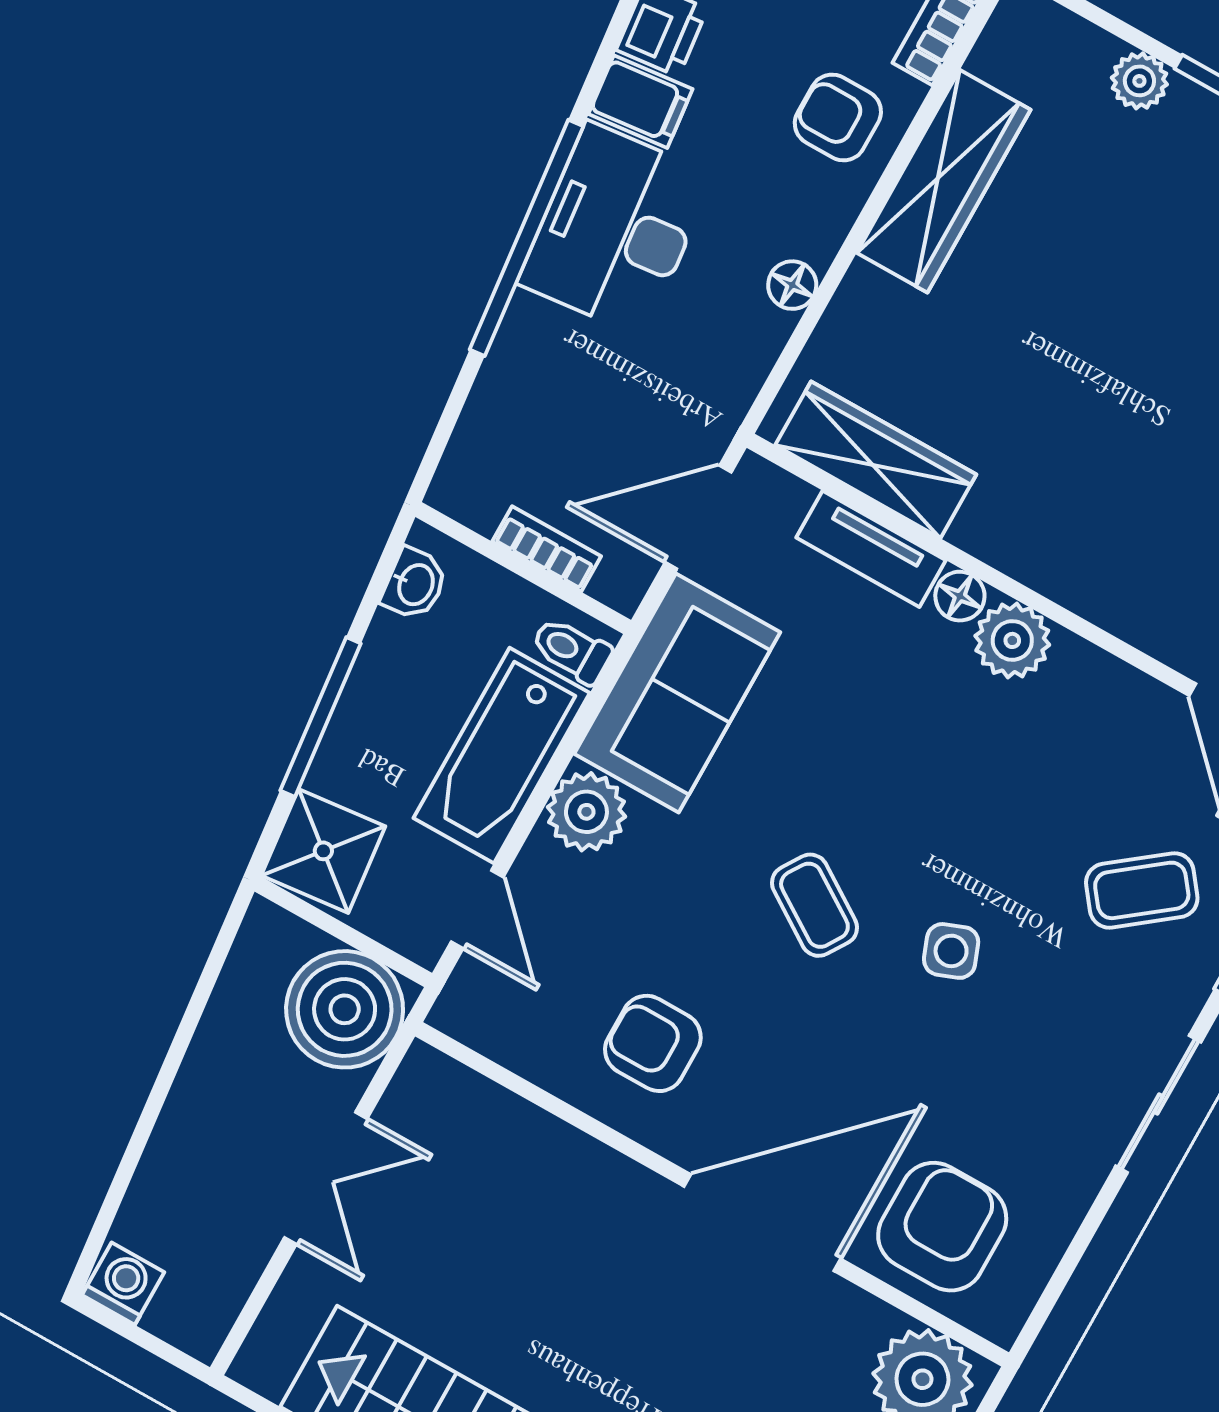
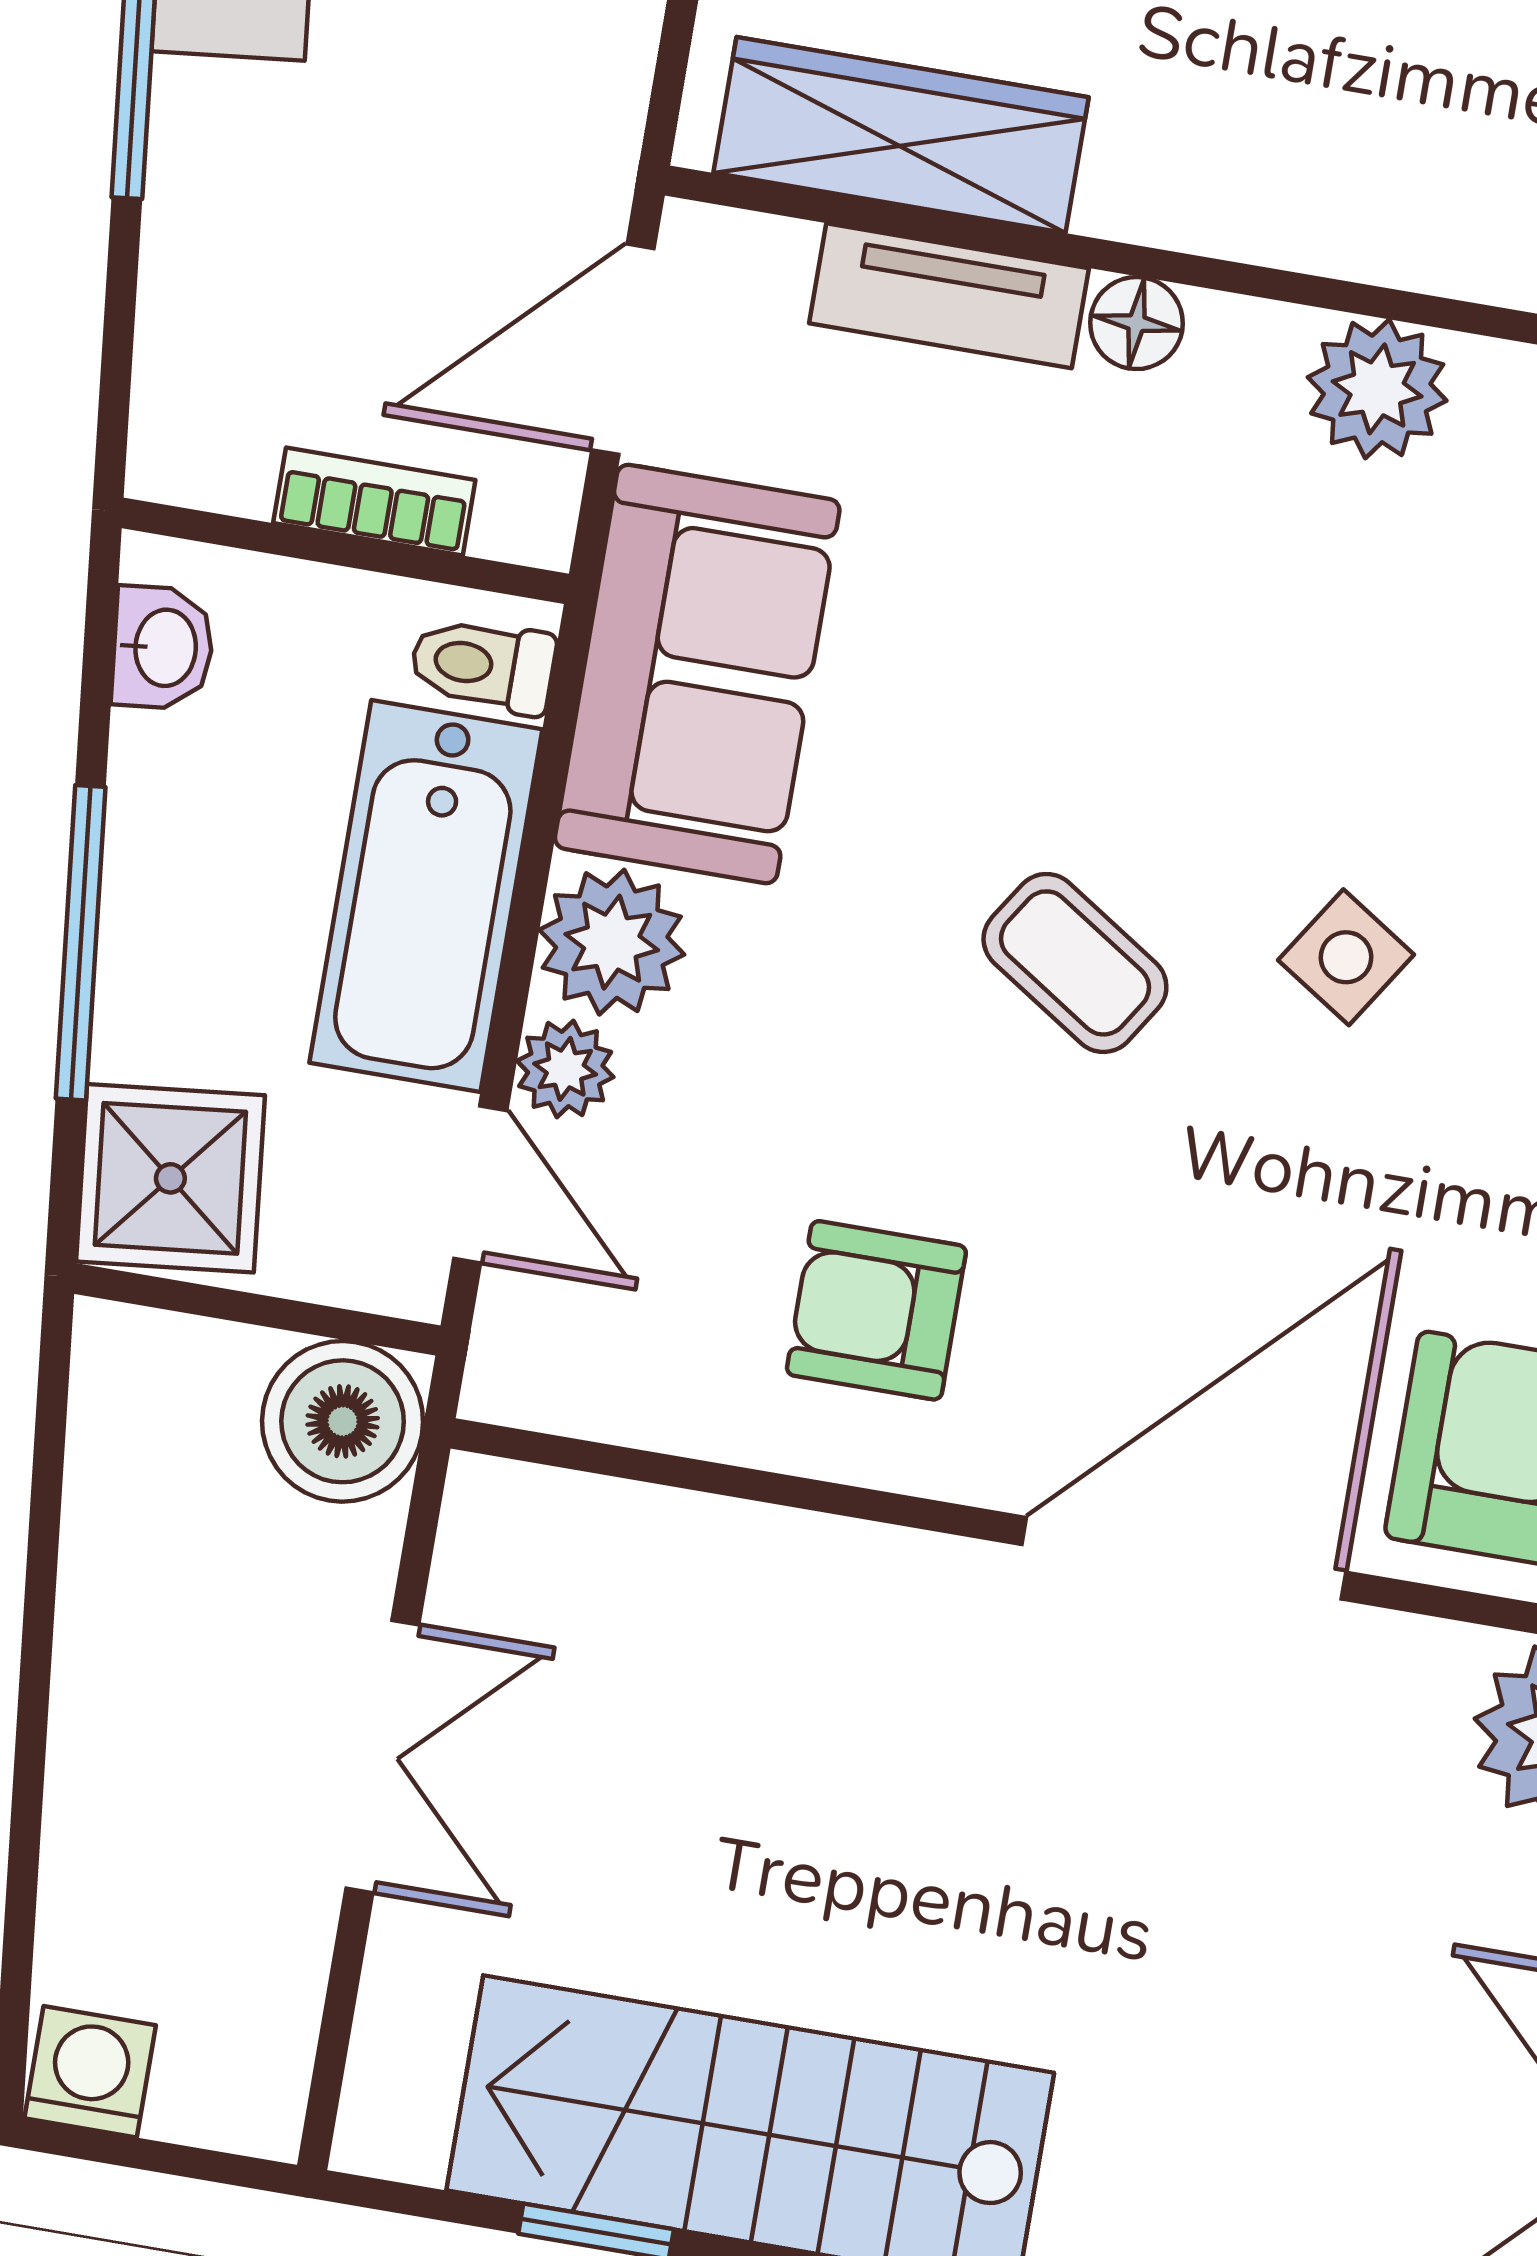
plant: (1012, 640) -> (1377, 389), moved
plant: (540, 867) -> (565, 1069), added
side table: (951, 951) -> (1346, 957), turned -36
boiler: (345, 1009) -> (343, 1421), width x0.73, depth x0.73

